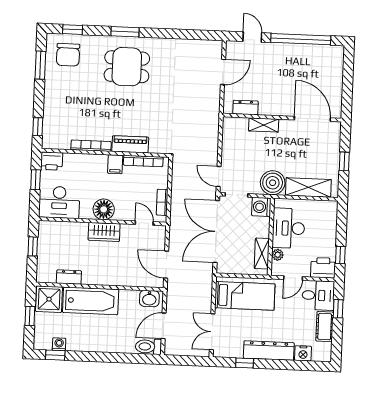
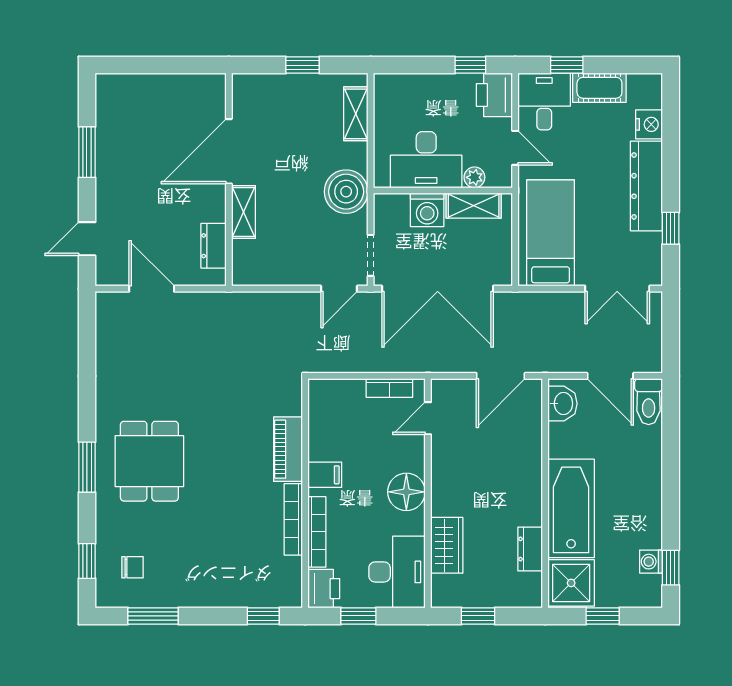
window: (301, 39) -> (87, 152), width x0.47
chair: (68, 55) -> (132, 567), width x0.54, depth x0.54
door: (312, 119) -> (229, 151), moved
bookcase: (143, 161) -> (317, 532), moved
shelving: (308, 187) -> (356, 114), width x0.67, depth x0.75
washing machine: (261, 207) -> (427, 210), moved
wardrobe: (104, 232) -> (447, 545), moved

